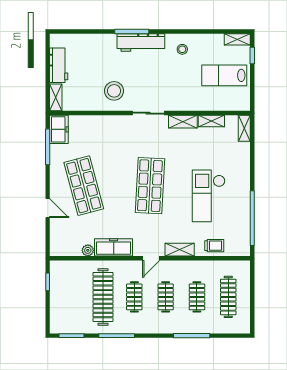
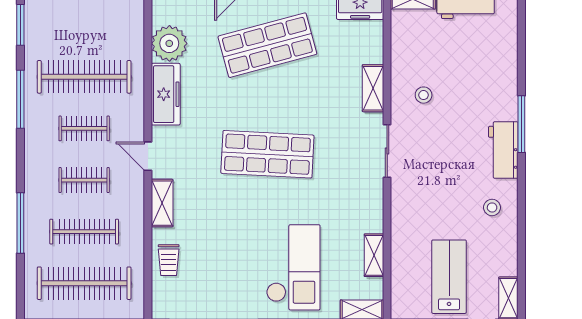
workbench: (141, 42) -> (503, 150), width x0.73
stool: (114, 91) -> (424, 95), width x0.53, depth x0.53
shelving: (183, 122) -> (373, 88), moved
checkout: (209, 196) -> (293, 267), moved, turned 90
plant: (88, 250) -> (169, 43), width x1.87, depth x1.87
clothes rail: (197, 297) -> (84, 232), width x1.36
clothes rail: (228, 297) -> (84, 283), width x1.37, depth x1.31

